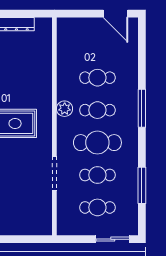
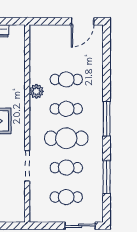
door: (116, 14) -> (83, 21), hinge flipped
window: (142, 108) -> (107, 119), moved
plant: (65, 109) -> (36, 91), moved

